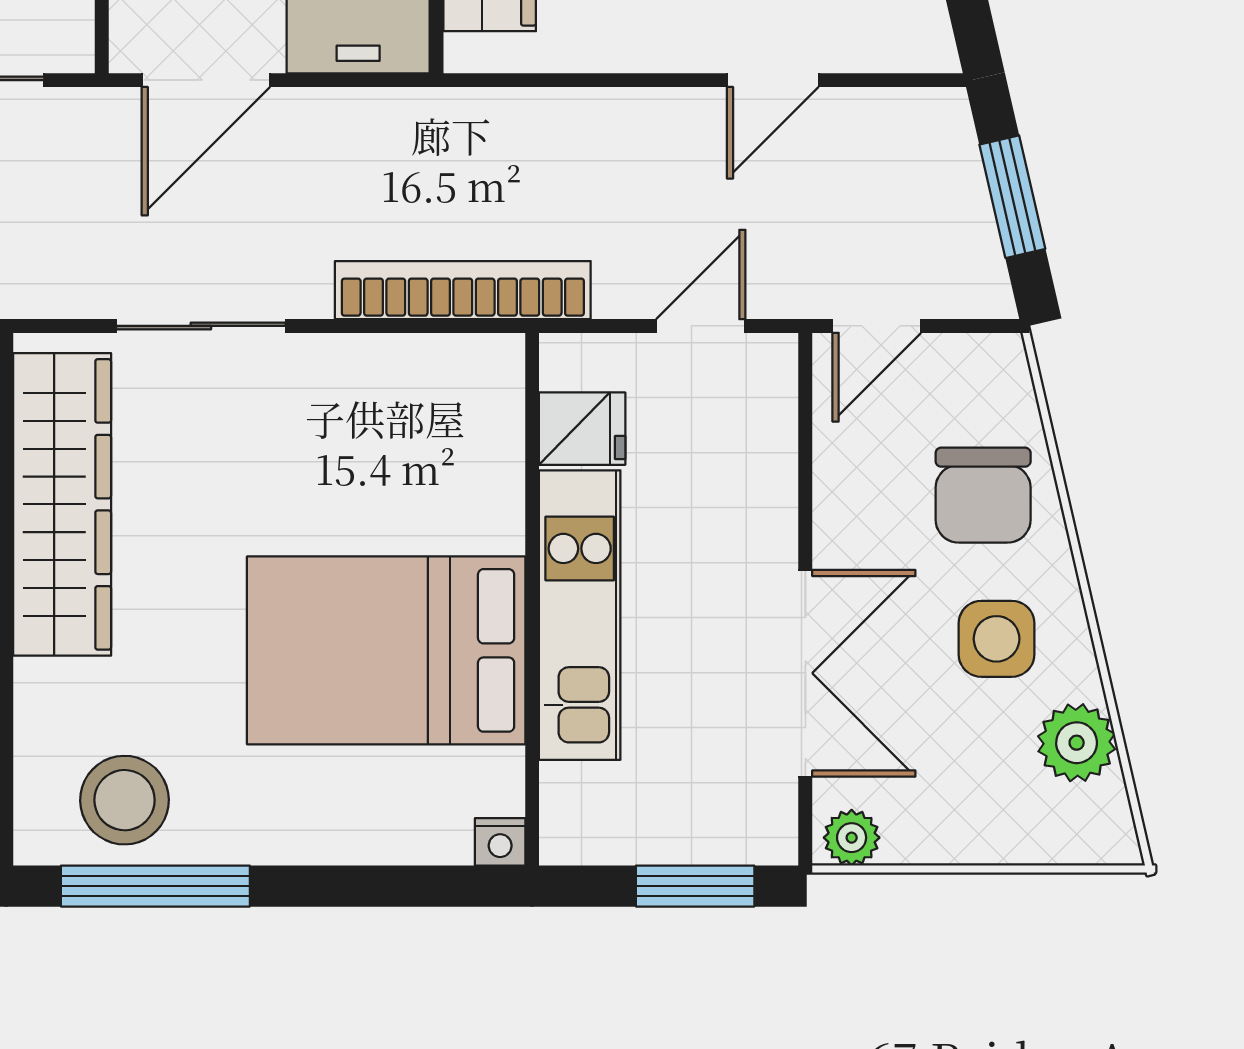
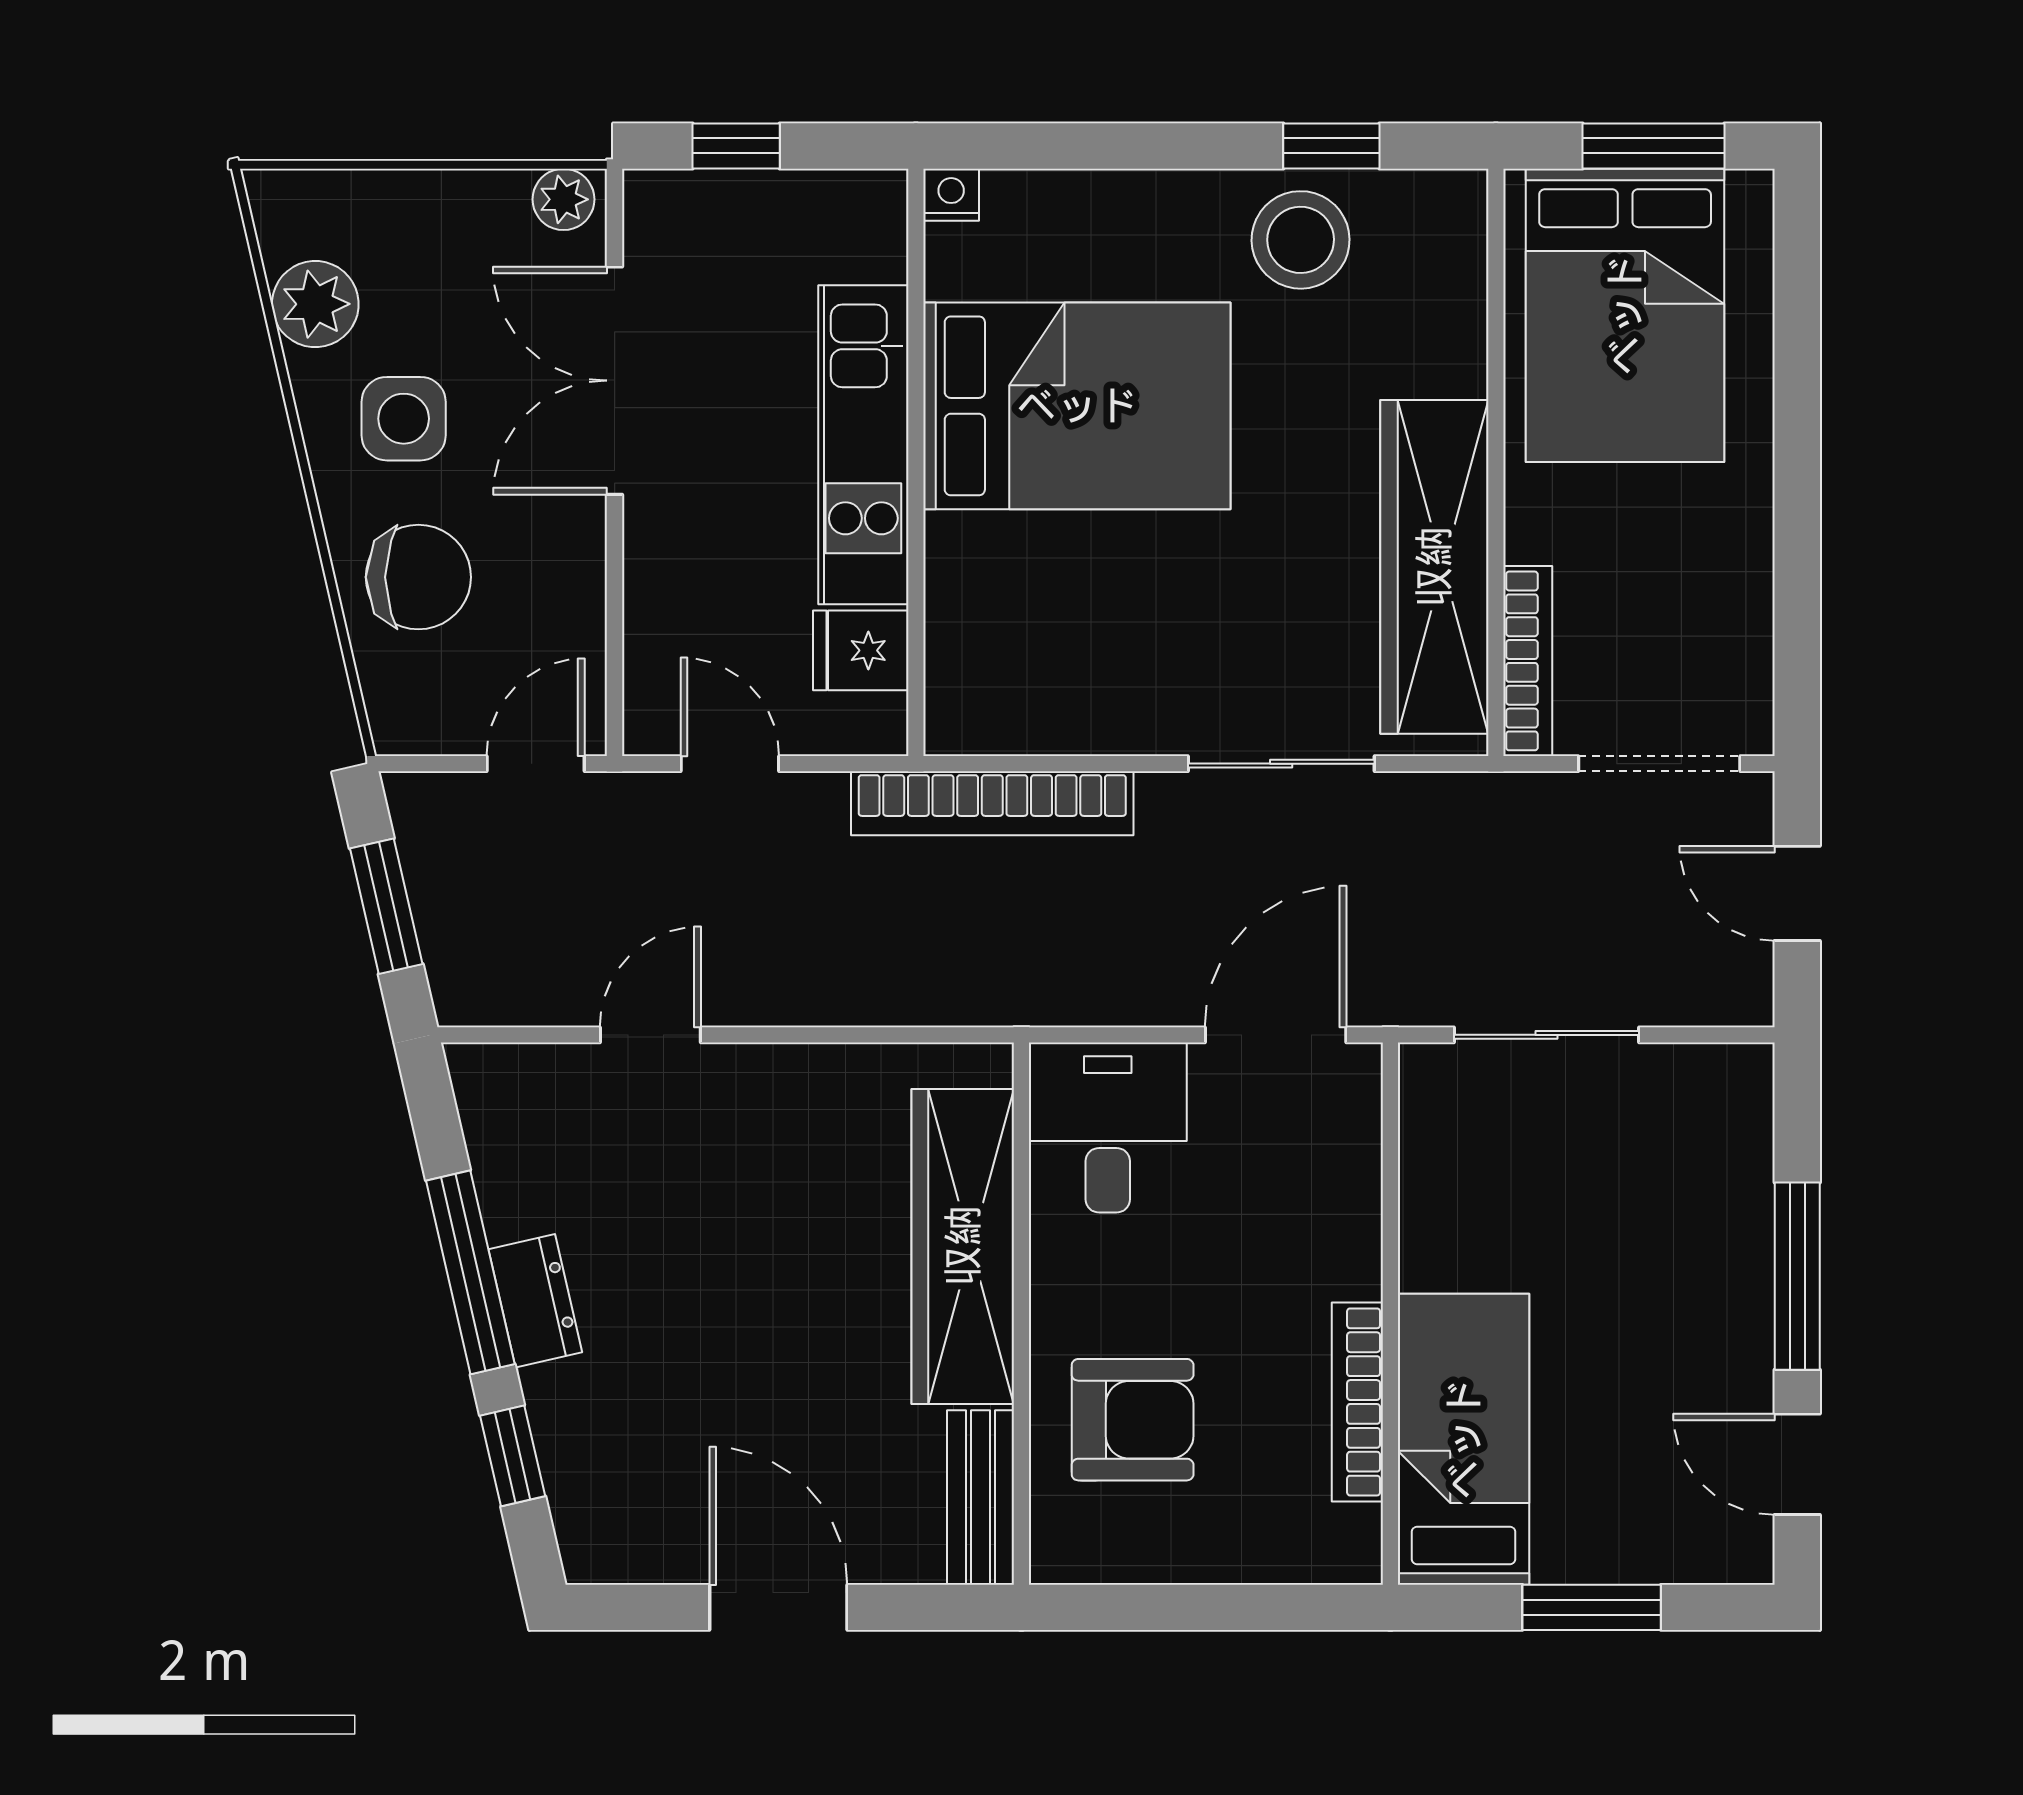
door: (701, 326) -> (730, 764), swing flipped
chair: (983, 495) -> (418, 577), turned 90
stool: (125, 800) -> (1301, 240), moved
window: (155, 886) -> (1331, 146), width x0.46
window: (695, 886) -> (736, 146), width x0.67

